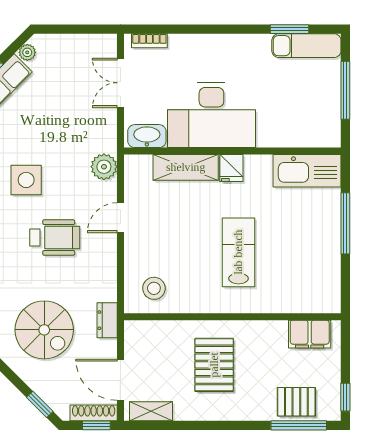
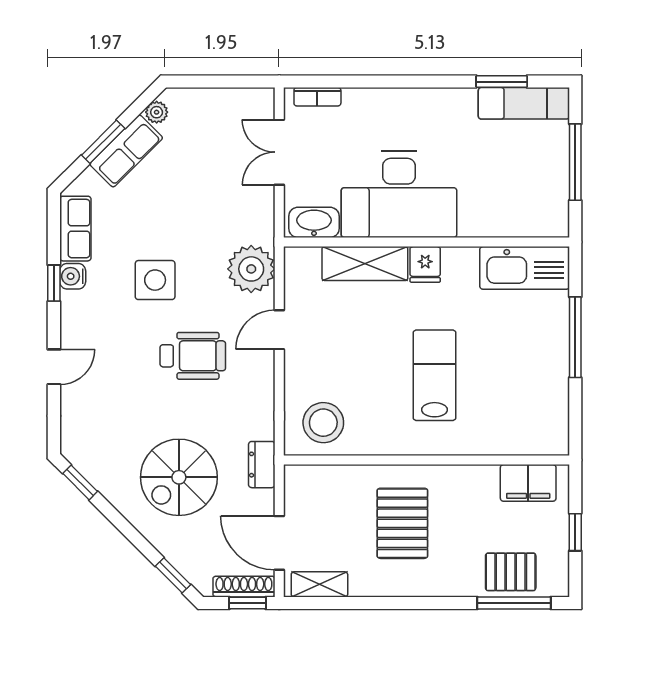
plant: (104, 167) -> (251, 269), width x1.36, depth x1.36
stool: (154, 288) -> (323, 423), width x1.38, depth x1.38
spiral stairs: (44, 330) -> (179, 477), turned 90
window: (345, 397) -> (575, 532), moved

